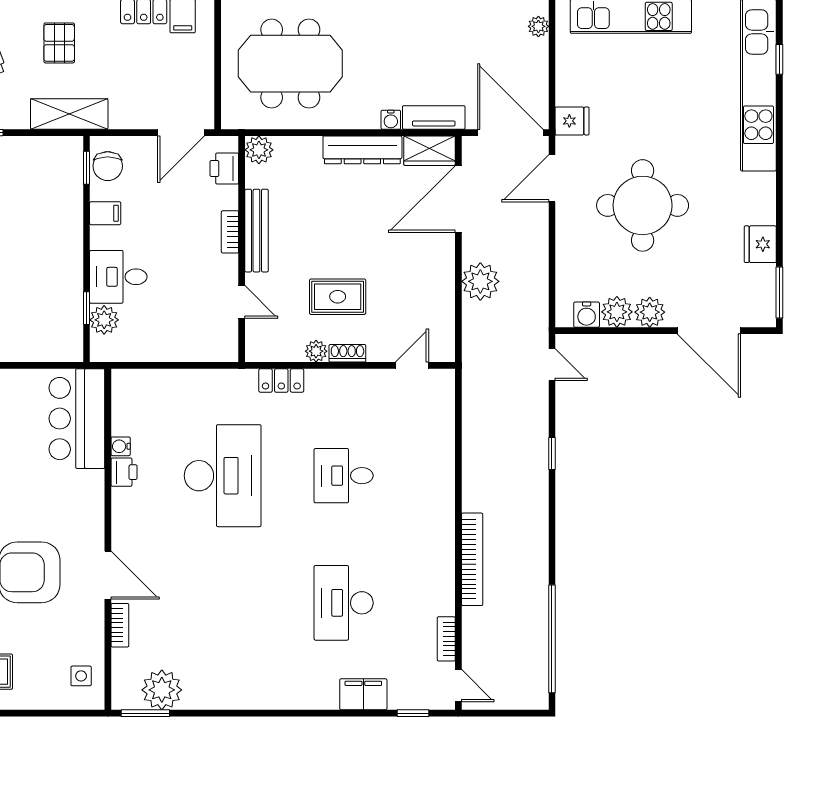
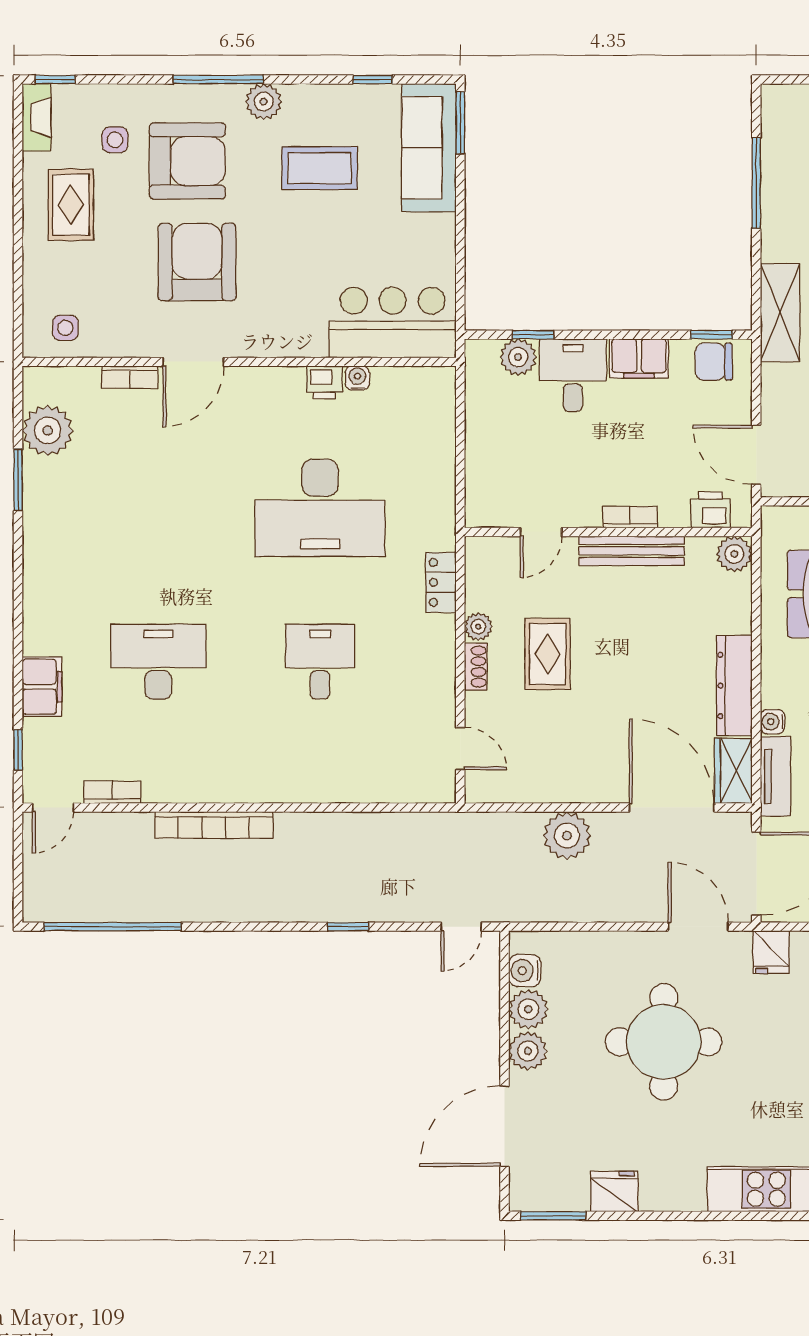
filing cabinet: (105, 213) -> (639, 358), width x2.00
window: (145, 713) -> (18, 480), moved

